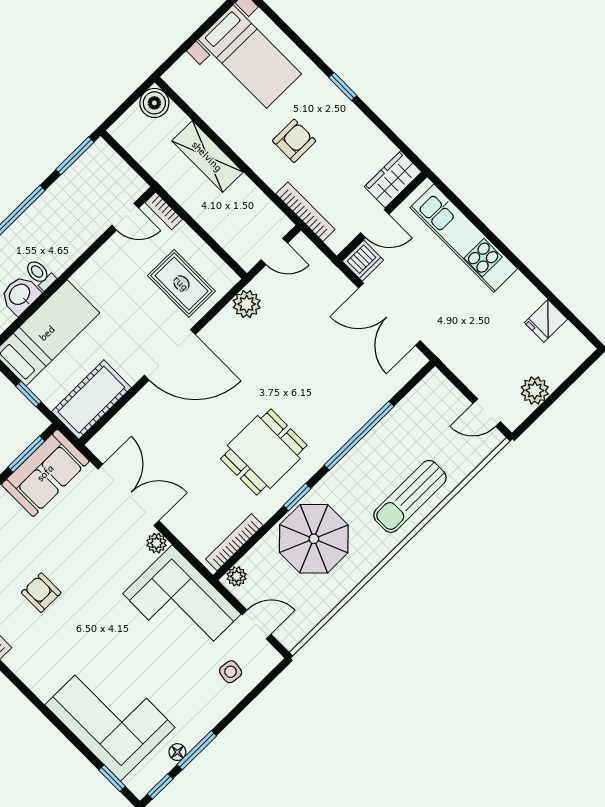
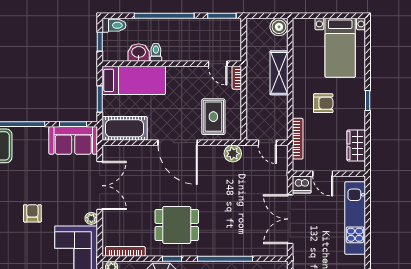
wardrobe: (393, 179) -> (356, 145), moved, turned -90
window: (29, 394) -> (100, 99), width x1.50
armchair: (41, 593) -> (32, 213), moved

